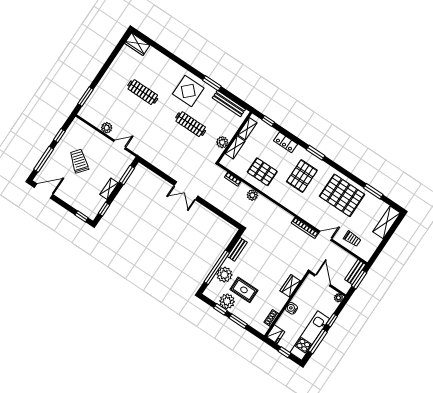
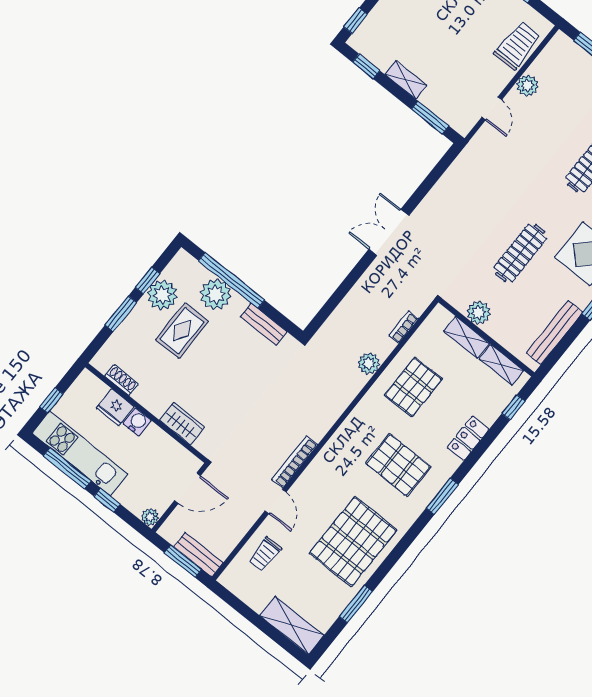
trolley: (79, 161) -> (517, 46), moved, turned -39
fridge: (276, 334) -> (115, 407), moved

